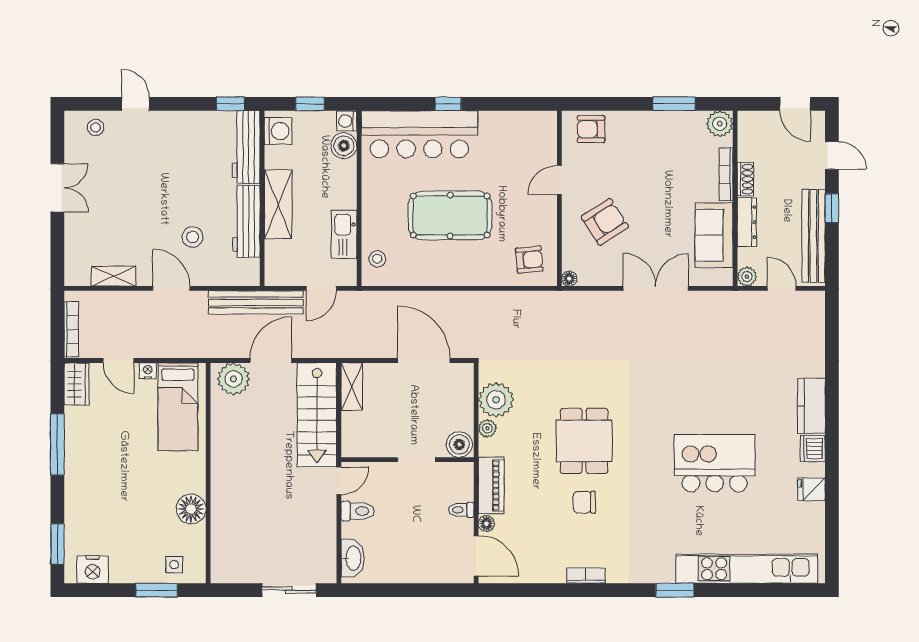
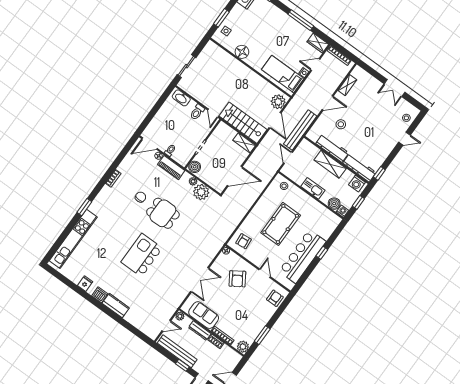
bar counter: (419, 134) -> (302, 256), moved
kitchen sink: (344, 234) -> (313, 188), moved
kitchen island: (715, 463) -> (142, 255), moved, turned 180

